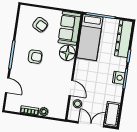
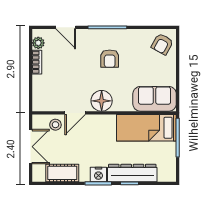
armchair: (40, 25) -> (162, 44), moved
dresser: (124, 39) -> (132, 173), moved
floor lamp: (67, 53) -> (102, 101), moved
door: (7, 85) -> (66, 27), hinge flipped
plant: (44, 112) -> (38, 43), moved
cot: (112, 114) -> (62, 173), moved

